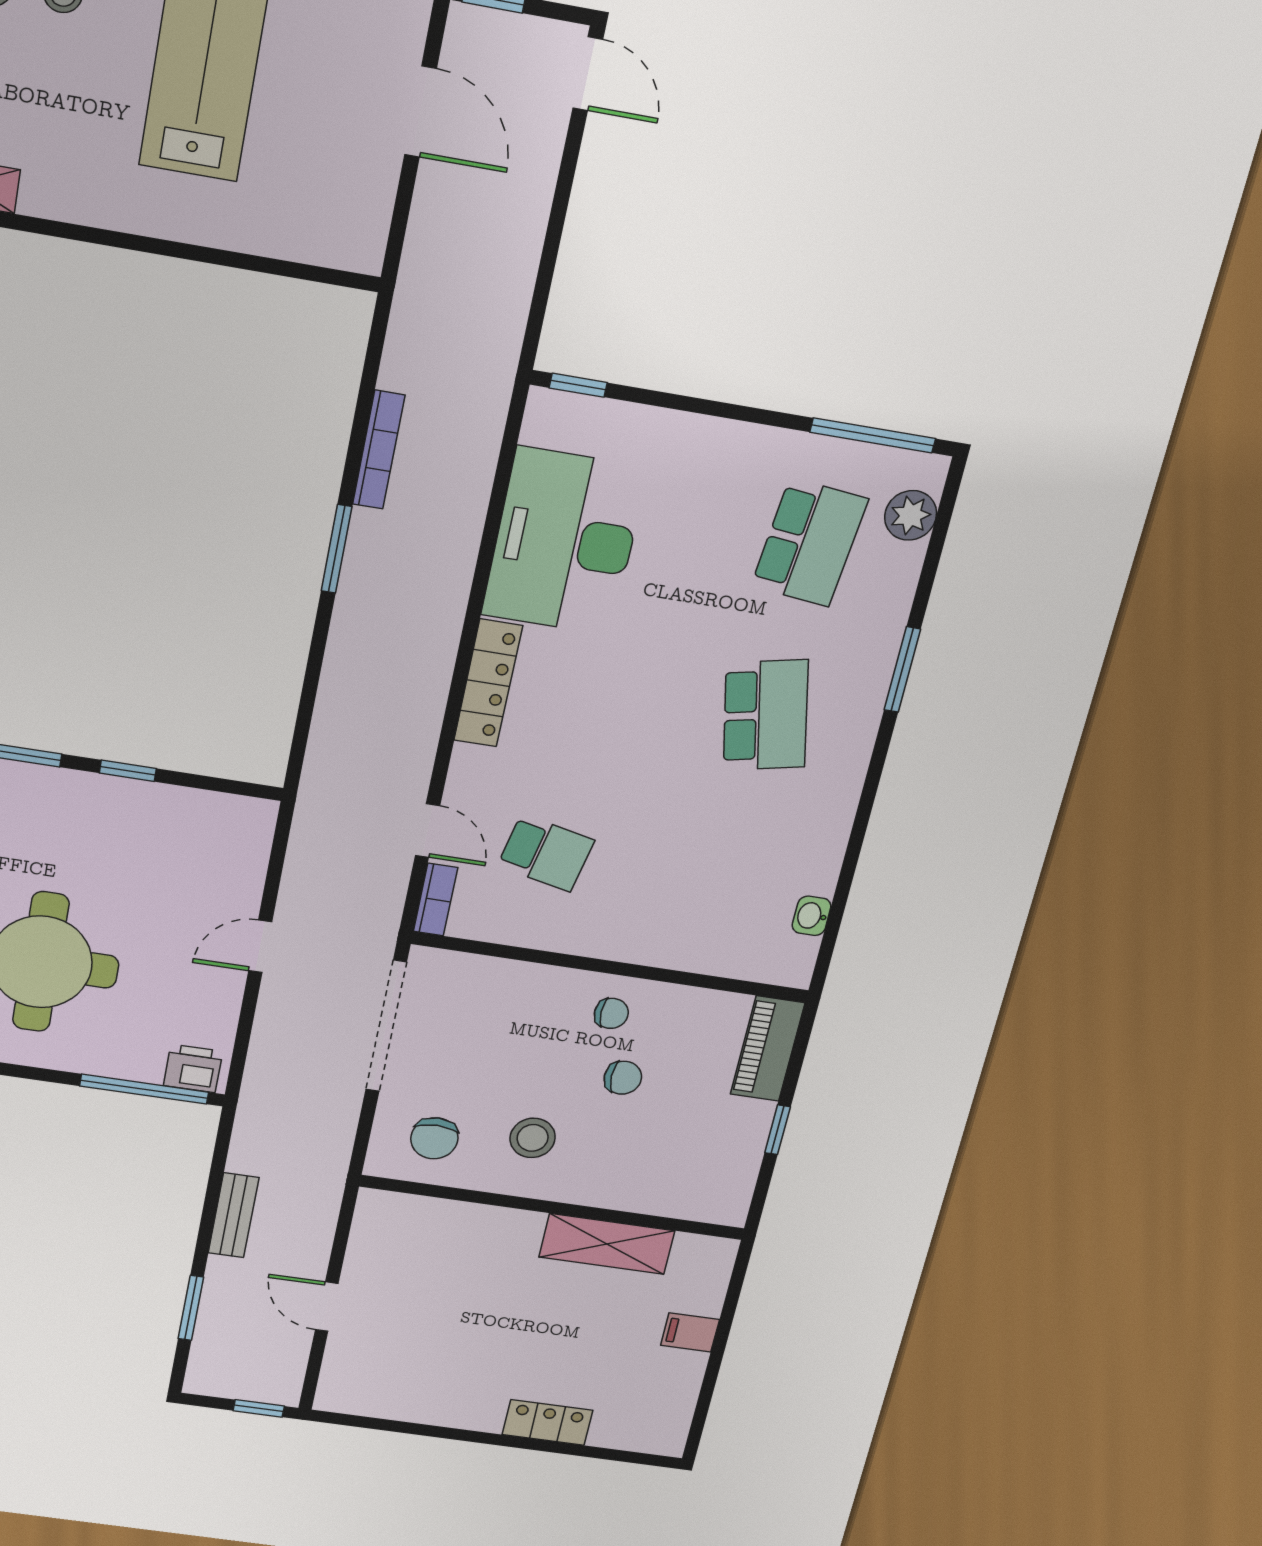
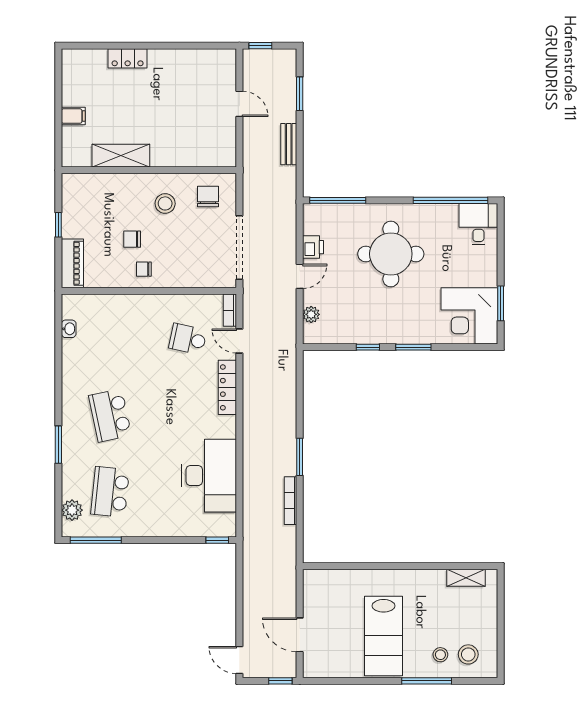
locker: (488, 683) -> (227, 387), moved
plant: (249, 862) -> (311, 314), added
printer: (193, 1068) -> (313, 247), moved, turned -90

